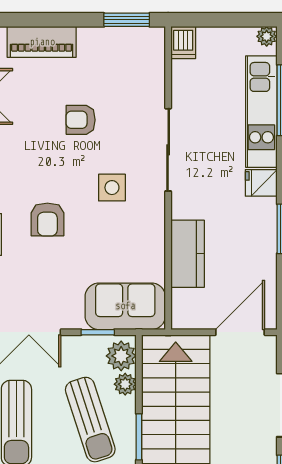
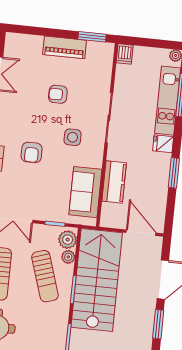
piano: (42, 42) -> (65, 47), moved
sofa: (125, 306) -> (85, 192), moved, turned -90
door: (240, 332) -> (141, 233), hinge flipped

